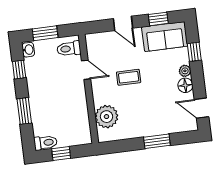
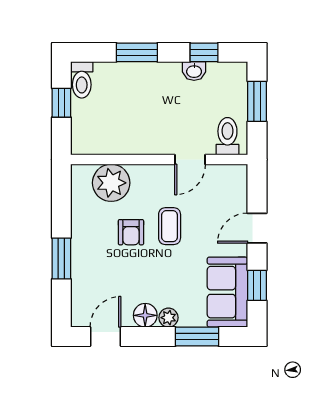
washbasin: (28, 50) -> (194, 71), moved
window: (194, 52) -> (197, 336), width x1.50
armchair: (135, 101) -> (131, 232), added

